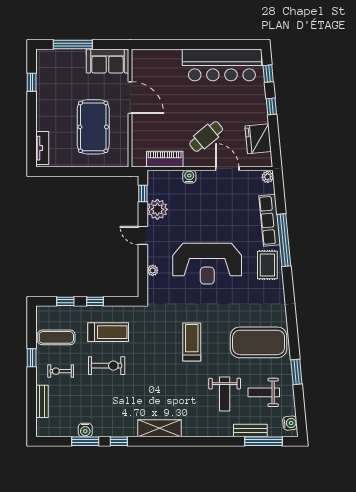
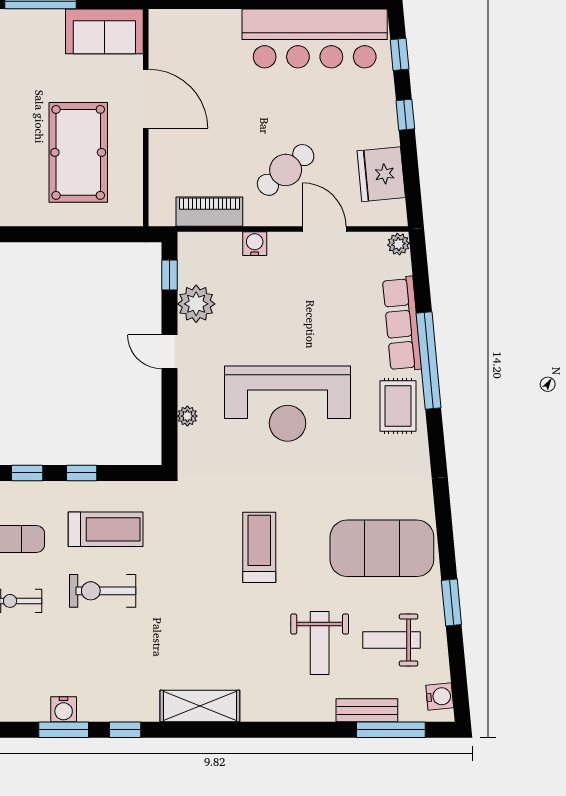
exercise bike: (107, 366) -> (103, 591), turned 180

